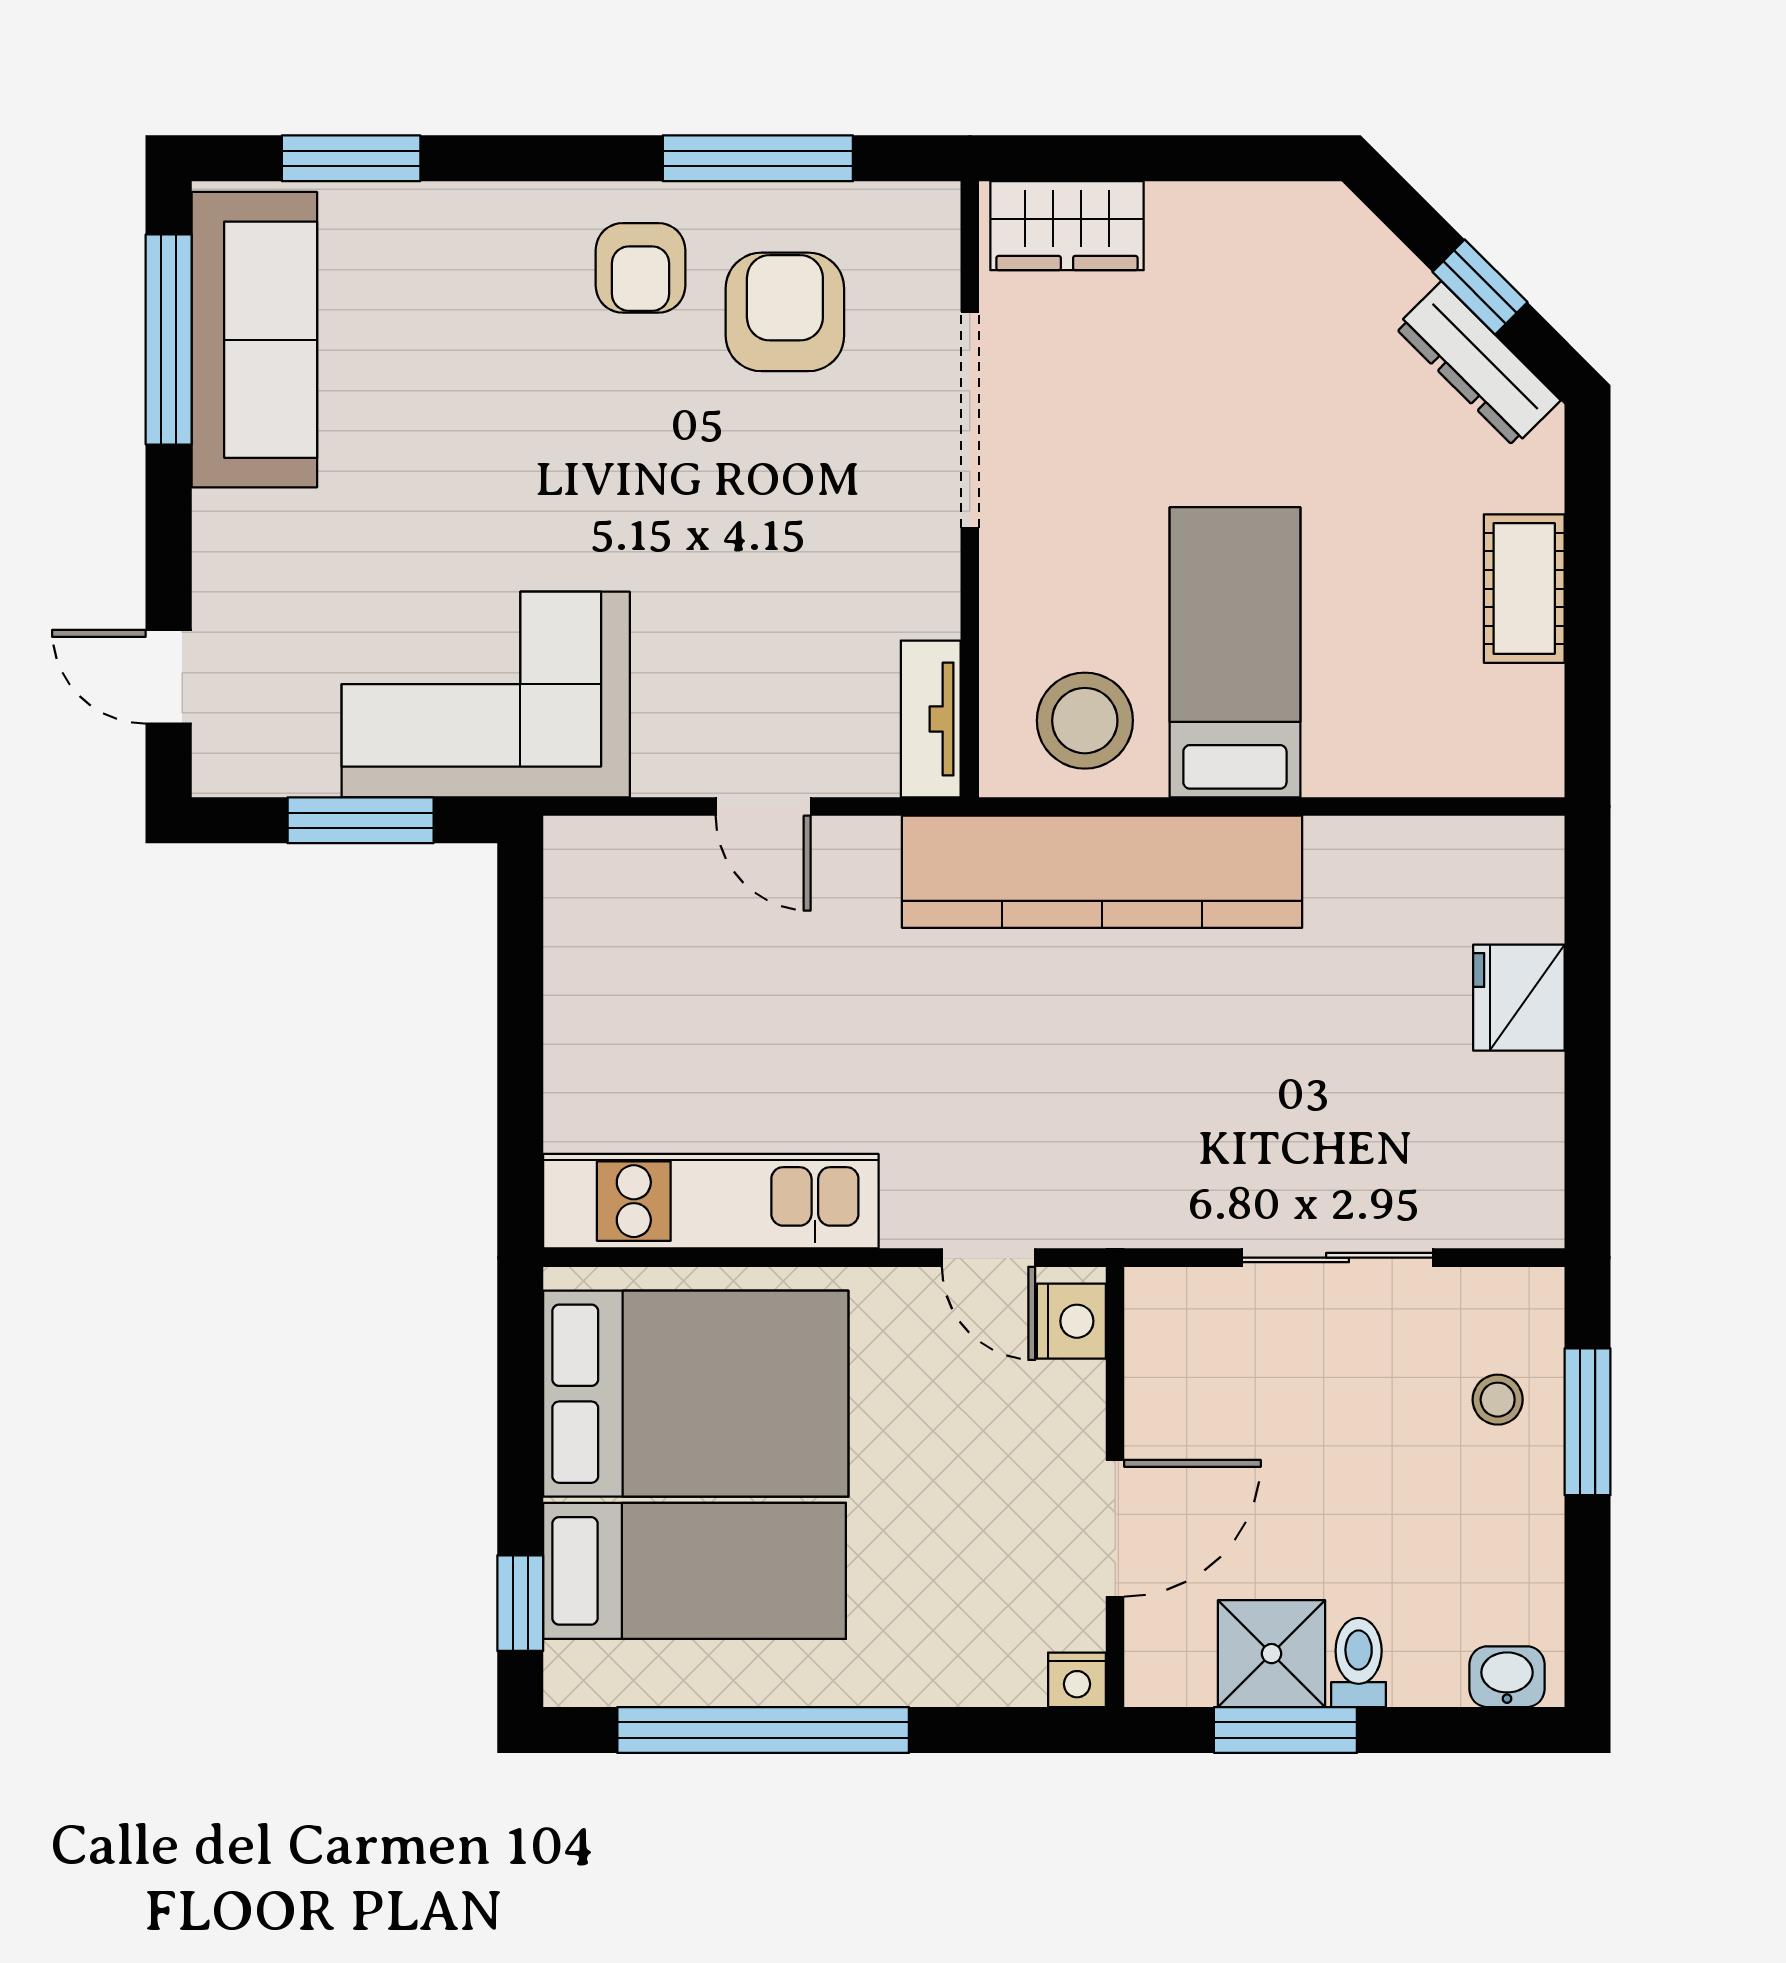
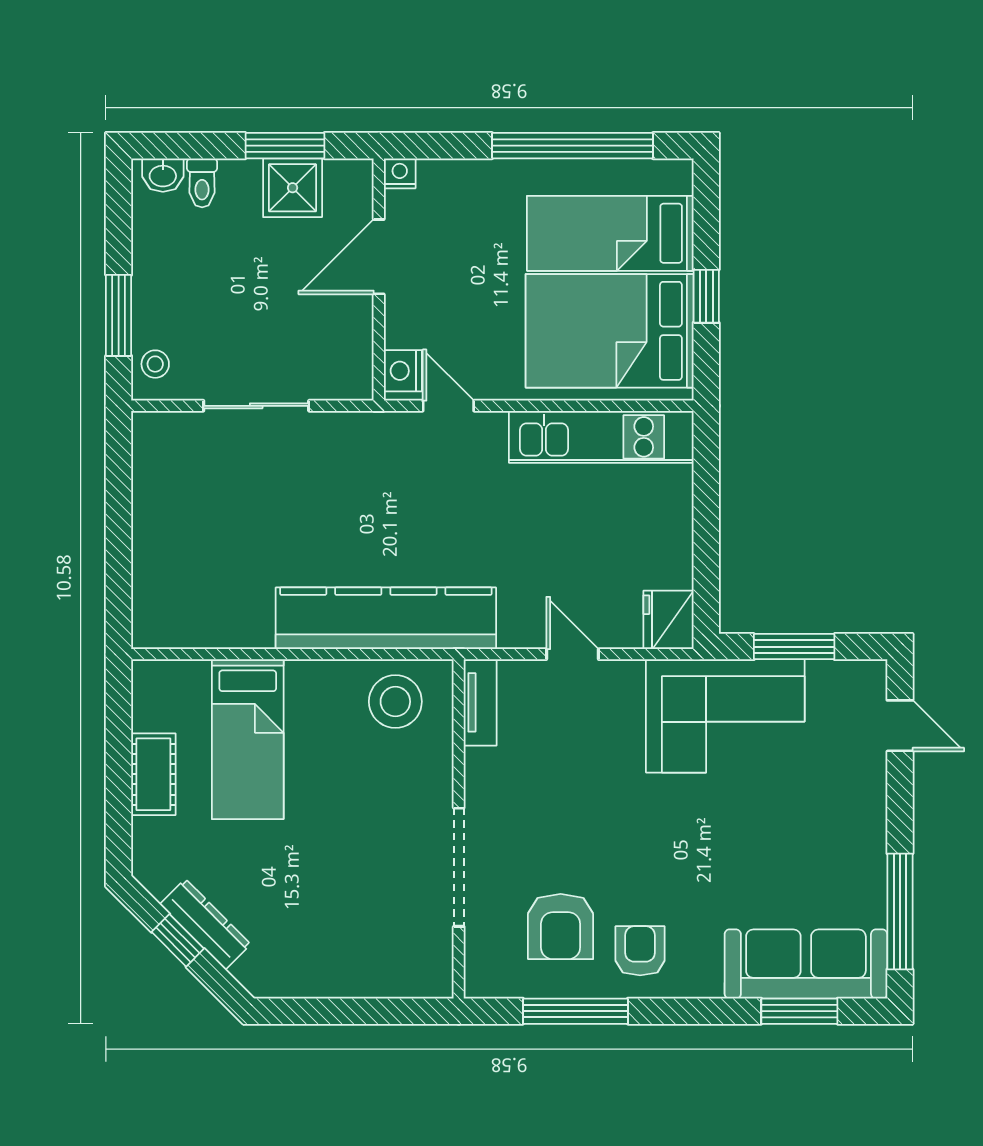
wardrobe: (1067, 226) -> (405, 974), removed
sofa: (254, 340) -> (806, 964), moved, turned 90
dresser: (1478, 364) -> (205, 924), moved
bed: (1235, 652) -> (248, 739), moved
fridge: (1519, 998) -> (668, 620), moved, turned 180
stool: (1498, 1400) -> (155, 364), moved
window: (520, 1603) -> (706, 296), moved
toilet: (1359, 1662) -> (202, 183), moved

